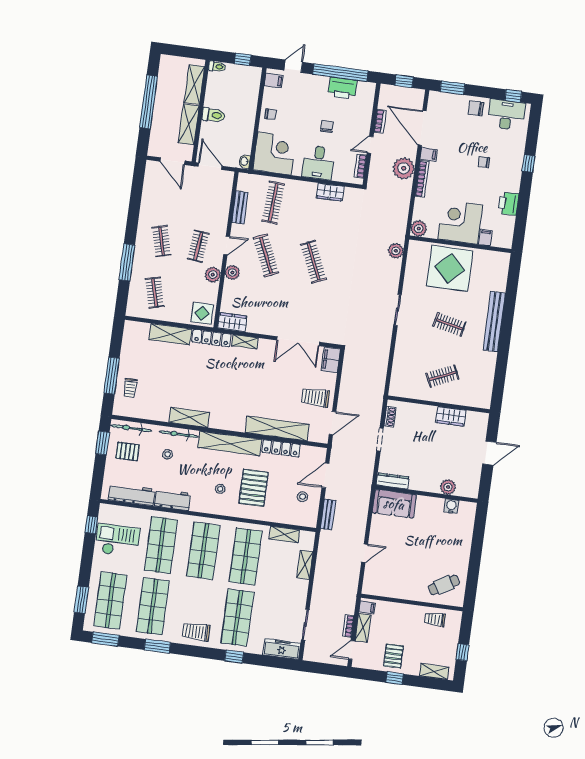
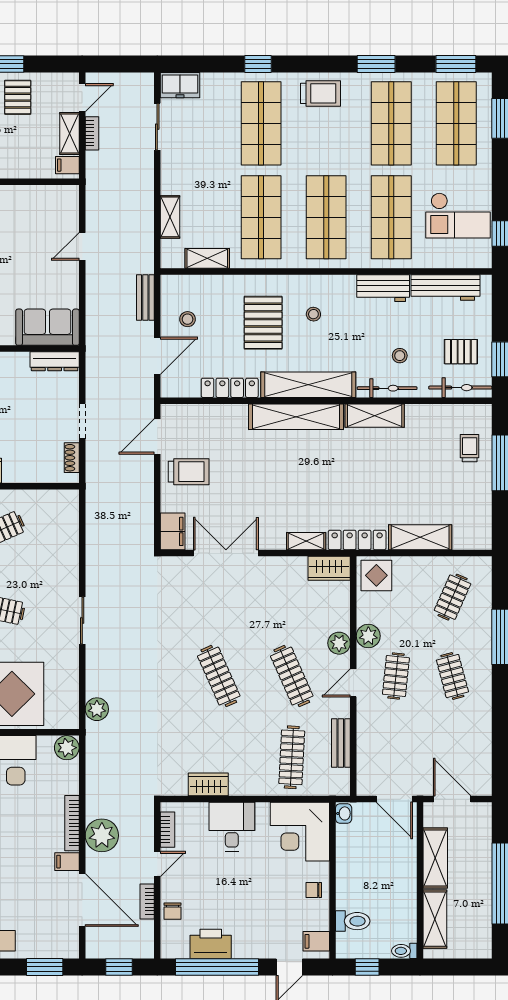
toilet: (213, 115) -> (353, 921), moved, turned 180
chair: (327, 127) -> (172, 911), moved
clothes rail: (155, 293) -> (452, 597), turned 39
shelving: (277, 429) -> (296, 417), moved
freezer: (282, 649) -> (180, 85), width x0.71

